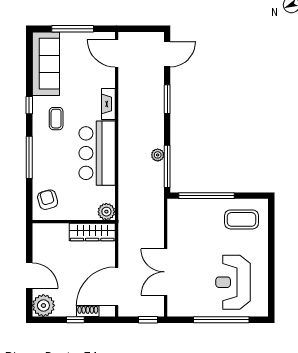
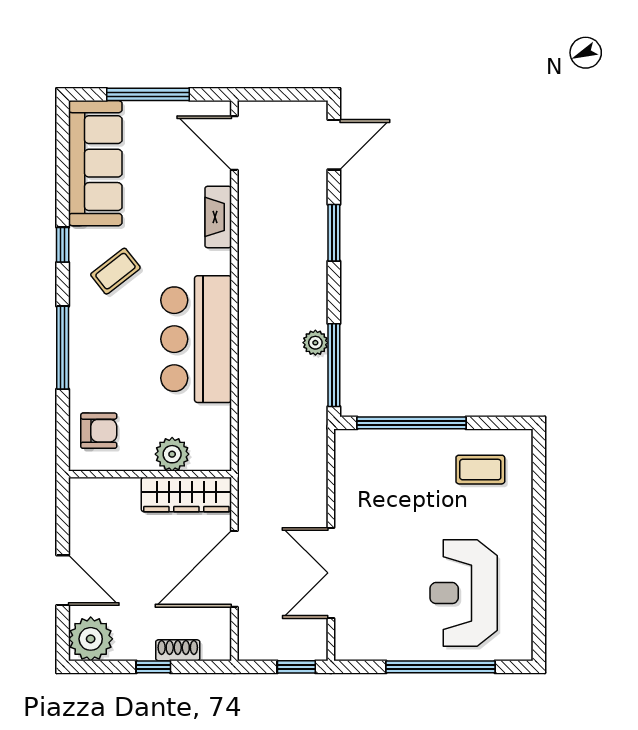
fireplace: (108, 104) -> (218, 217), moved
coffee table: (56, 119) -> (115, 271), turned 52
armchair: (48, 200) -> (99, 431), turned 106
plant: (106, 212) -> (172, 454), moved
coffee table: (242, 219) -> (480, 470), width x0.73, depth x0.77
door: (117, 286) -> (234, 569), moved

